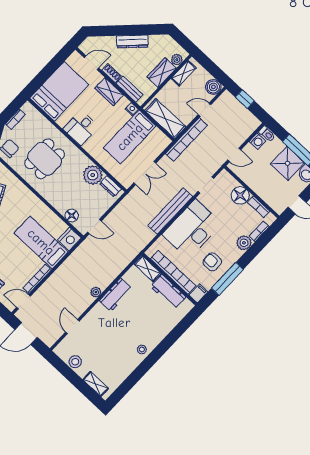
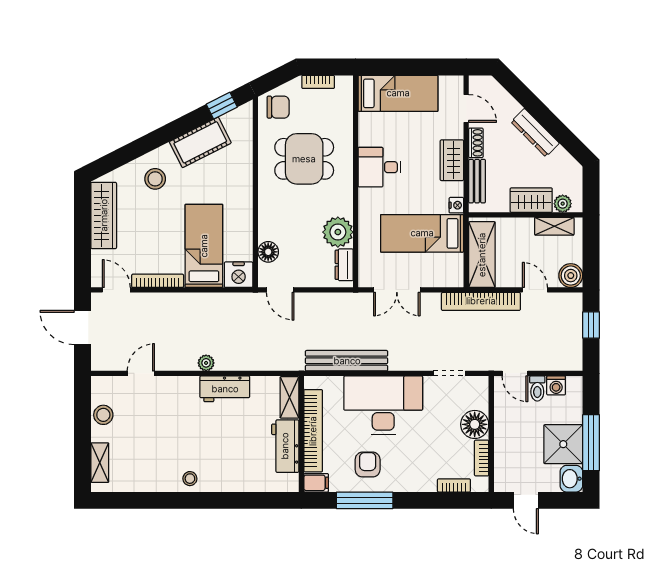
bed: (59, 91) -> (398, 93), width x0.67
toilet: (267, 134) -> (537, 388), moved
bench: (170, 211) -> (347, 361), moved
plant: (244, 243) -> (424, 480), removed

